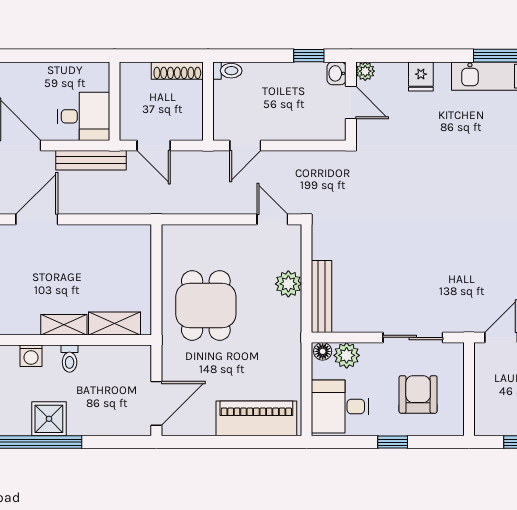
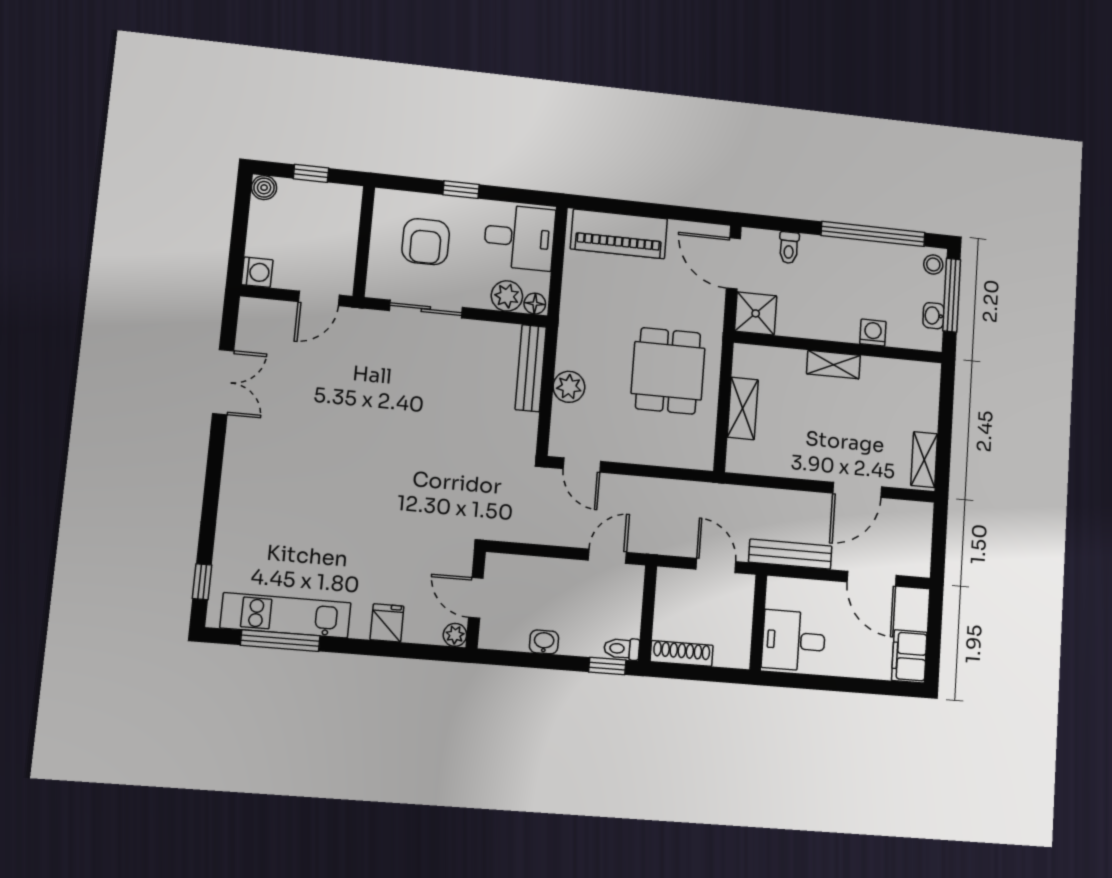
window: (309, 56) -> (607, 666), moved
washbasin: (337, 73) -> (544, 642), moved, turned -90
desk: (83, 116) -> (794, 641), moved
shelving: (115, 323) -> (743, 408), moved, turned 90
toilet: (70, 359) -> (789, 248), moved, turned 180
door: (156, 403) -> (733, 263), hinge flipped
shower: (49, 419) -> (756, 313), moved

